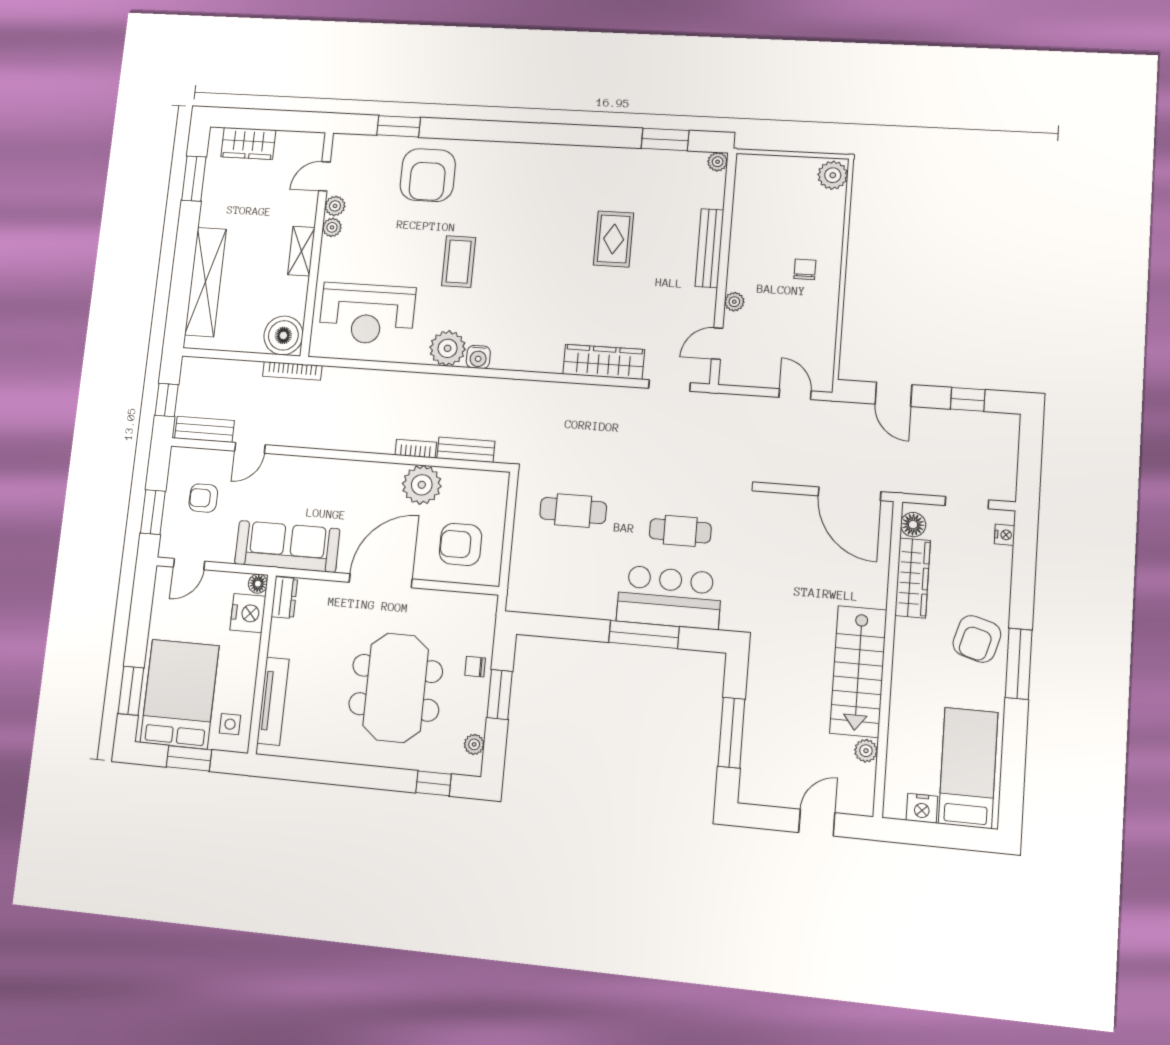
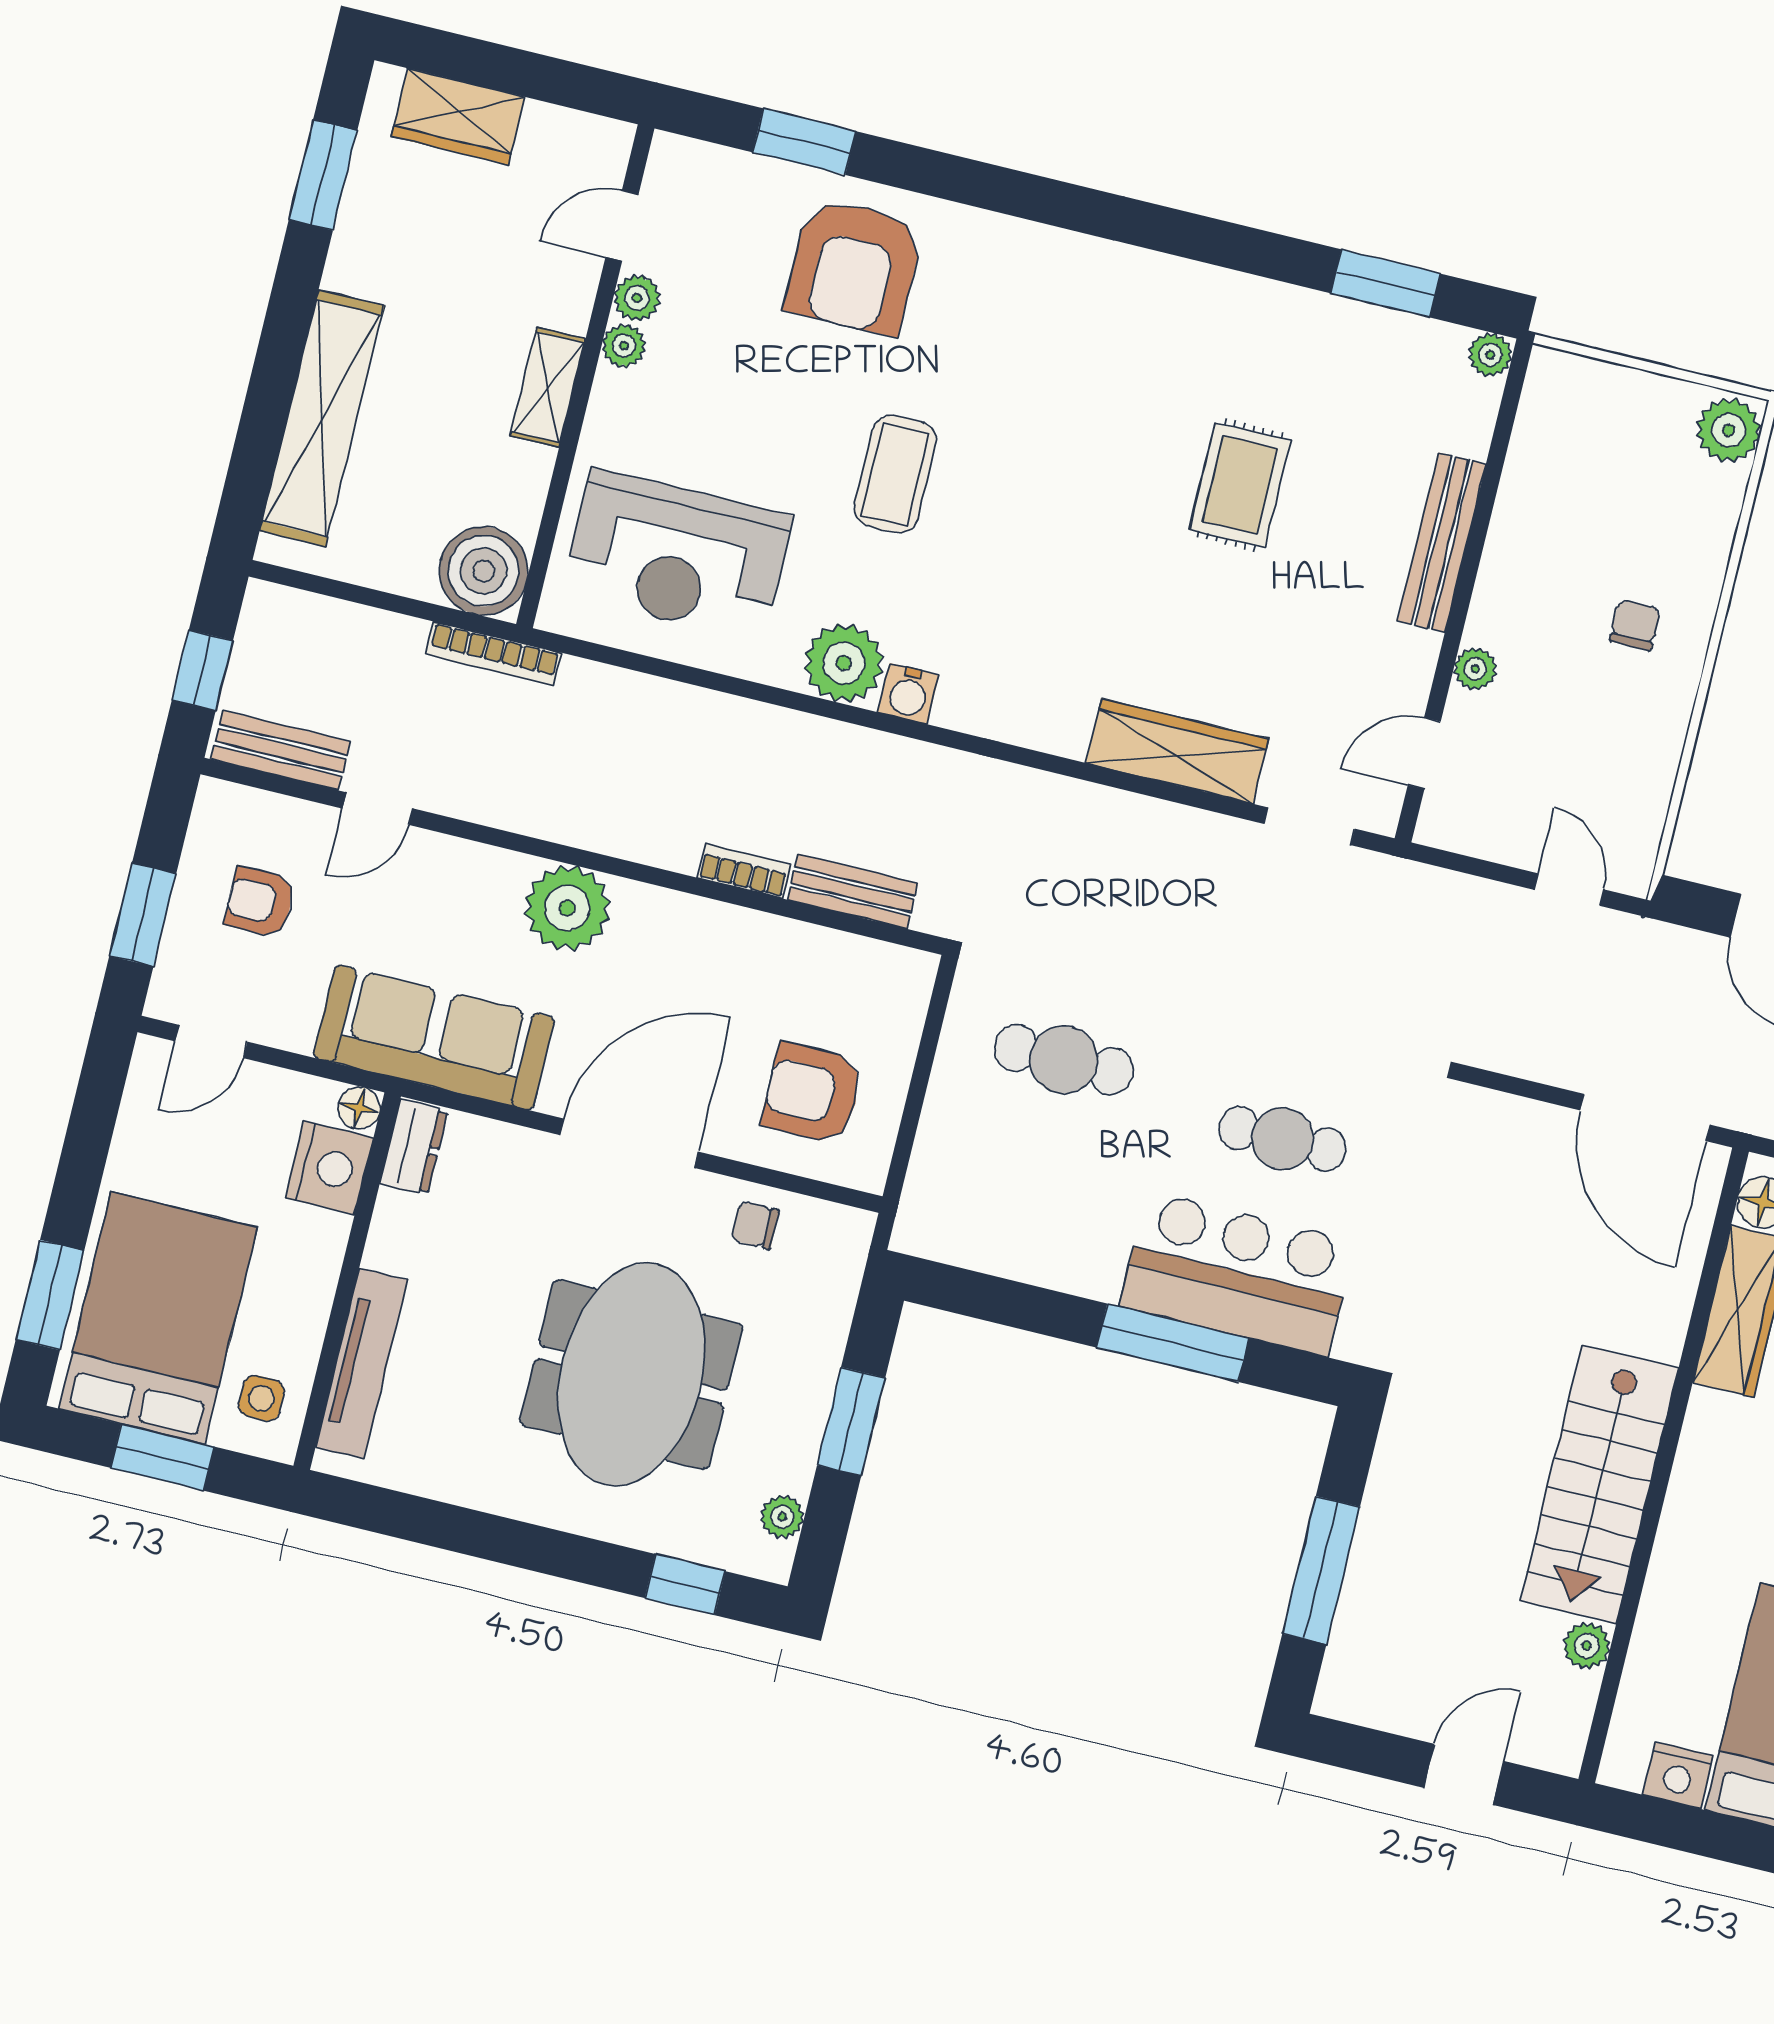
plant: (422, 485) -> (567, 908), moved
chair: (475, 667) -> (755, 1225), moved

